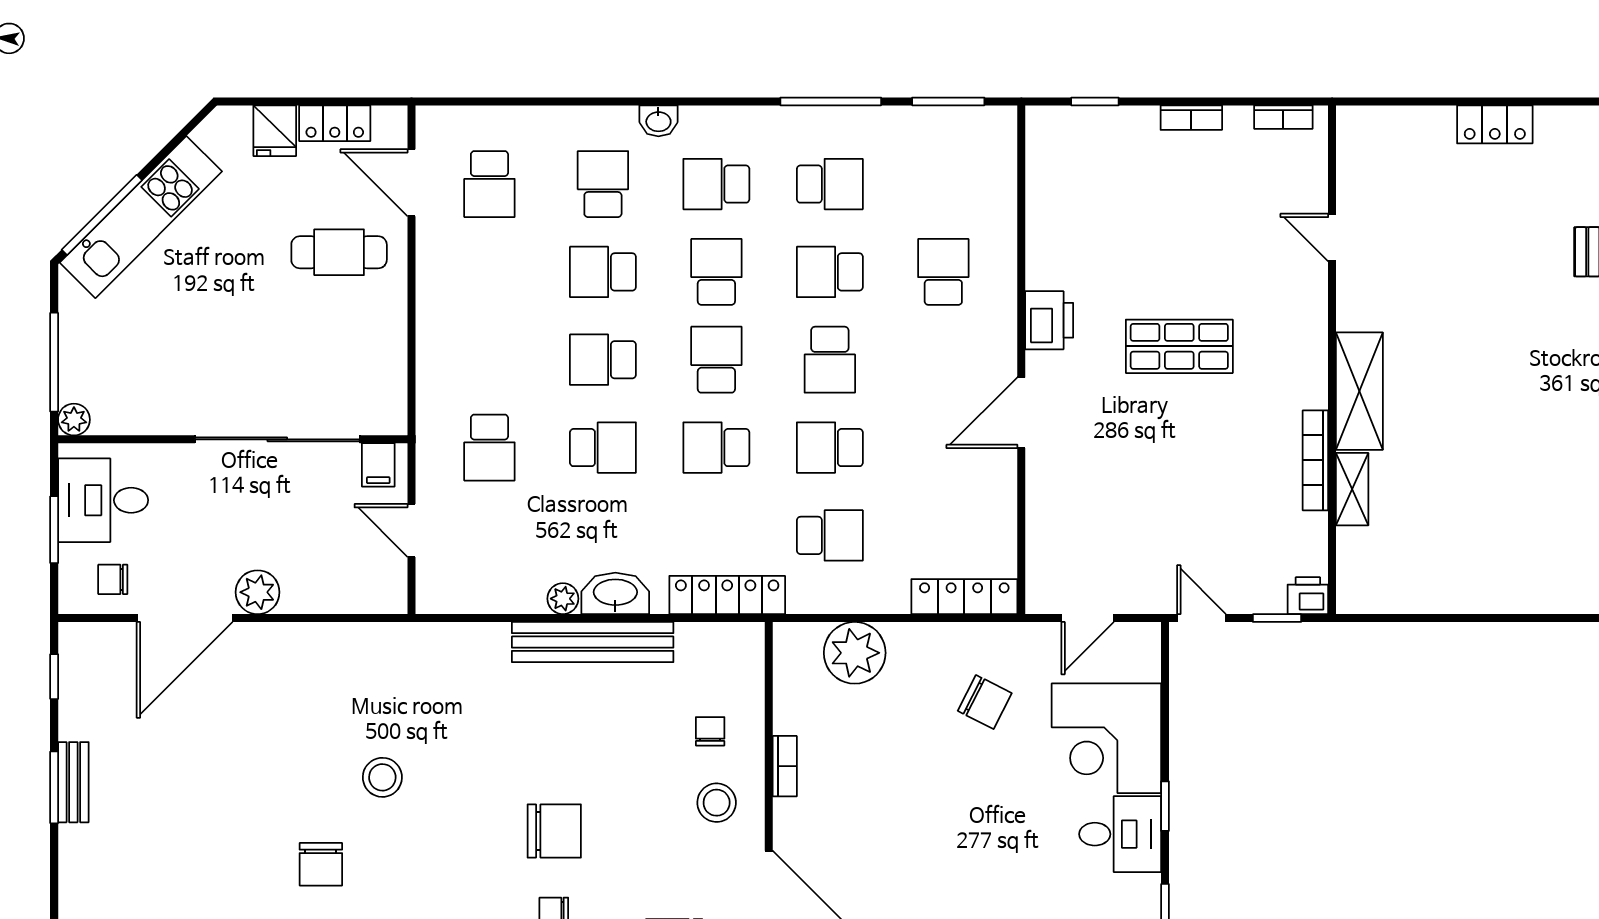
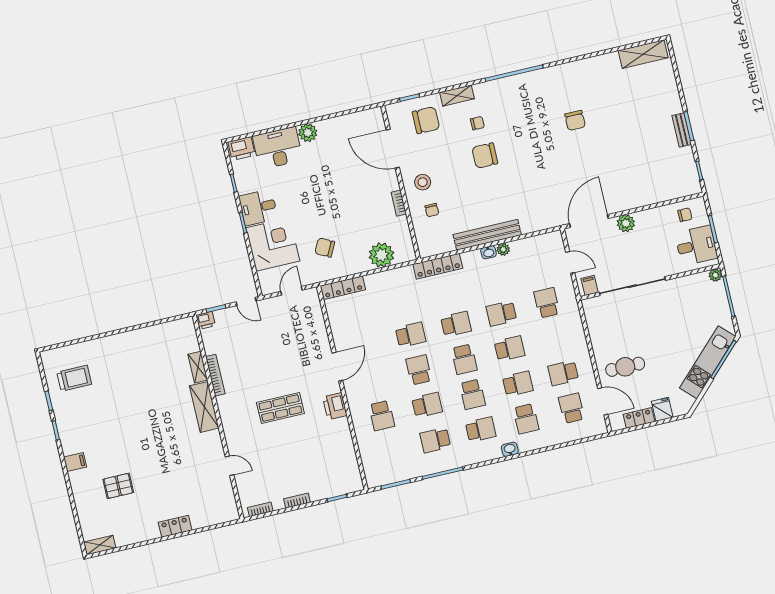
school desk: (830, 535) -> (563, 373), moved
washbasin: (615, 593) -> (489, 252), width x0.52, depth x0.69
door: (185, 618) -> (589, 221), moved
stool: (382, 777) -> (559, 161), removed
chair: (321, 864) -> (575, 120), turned 180

